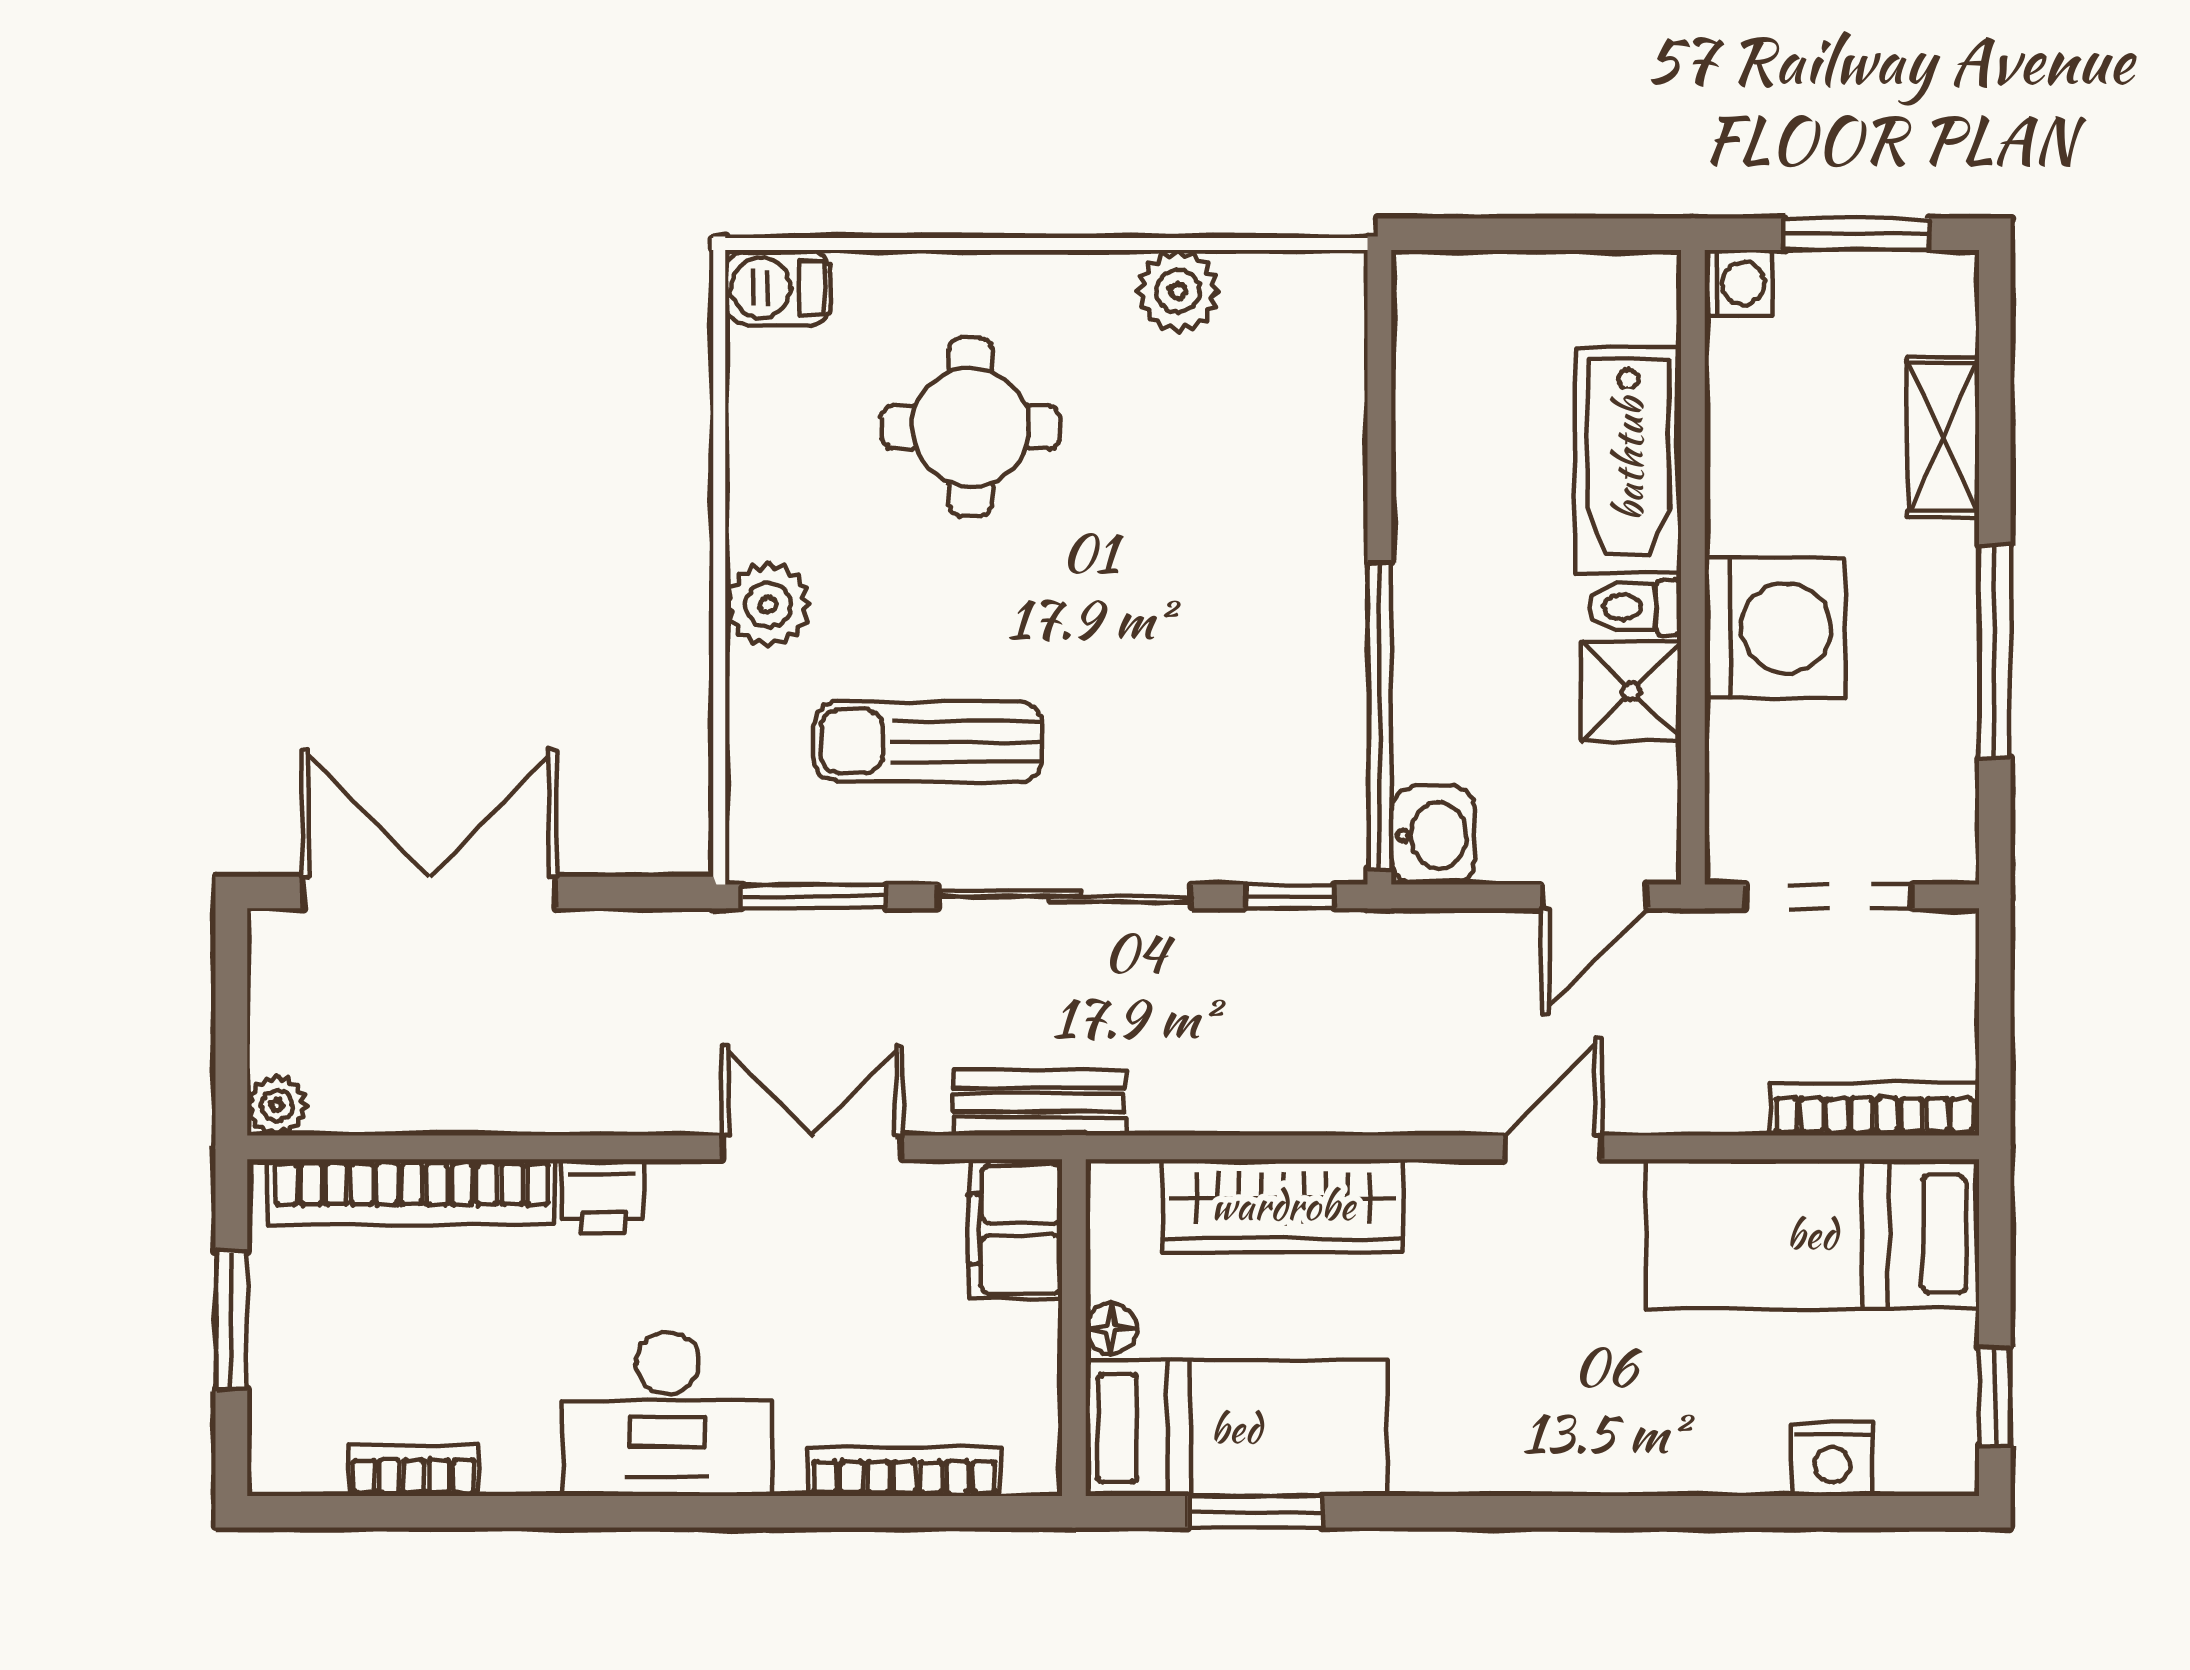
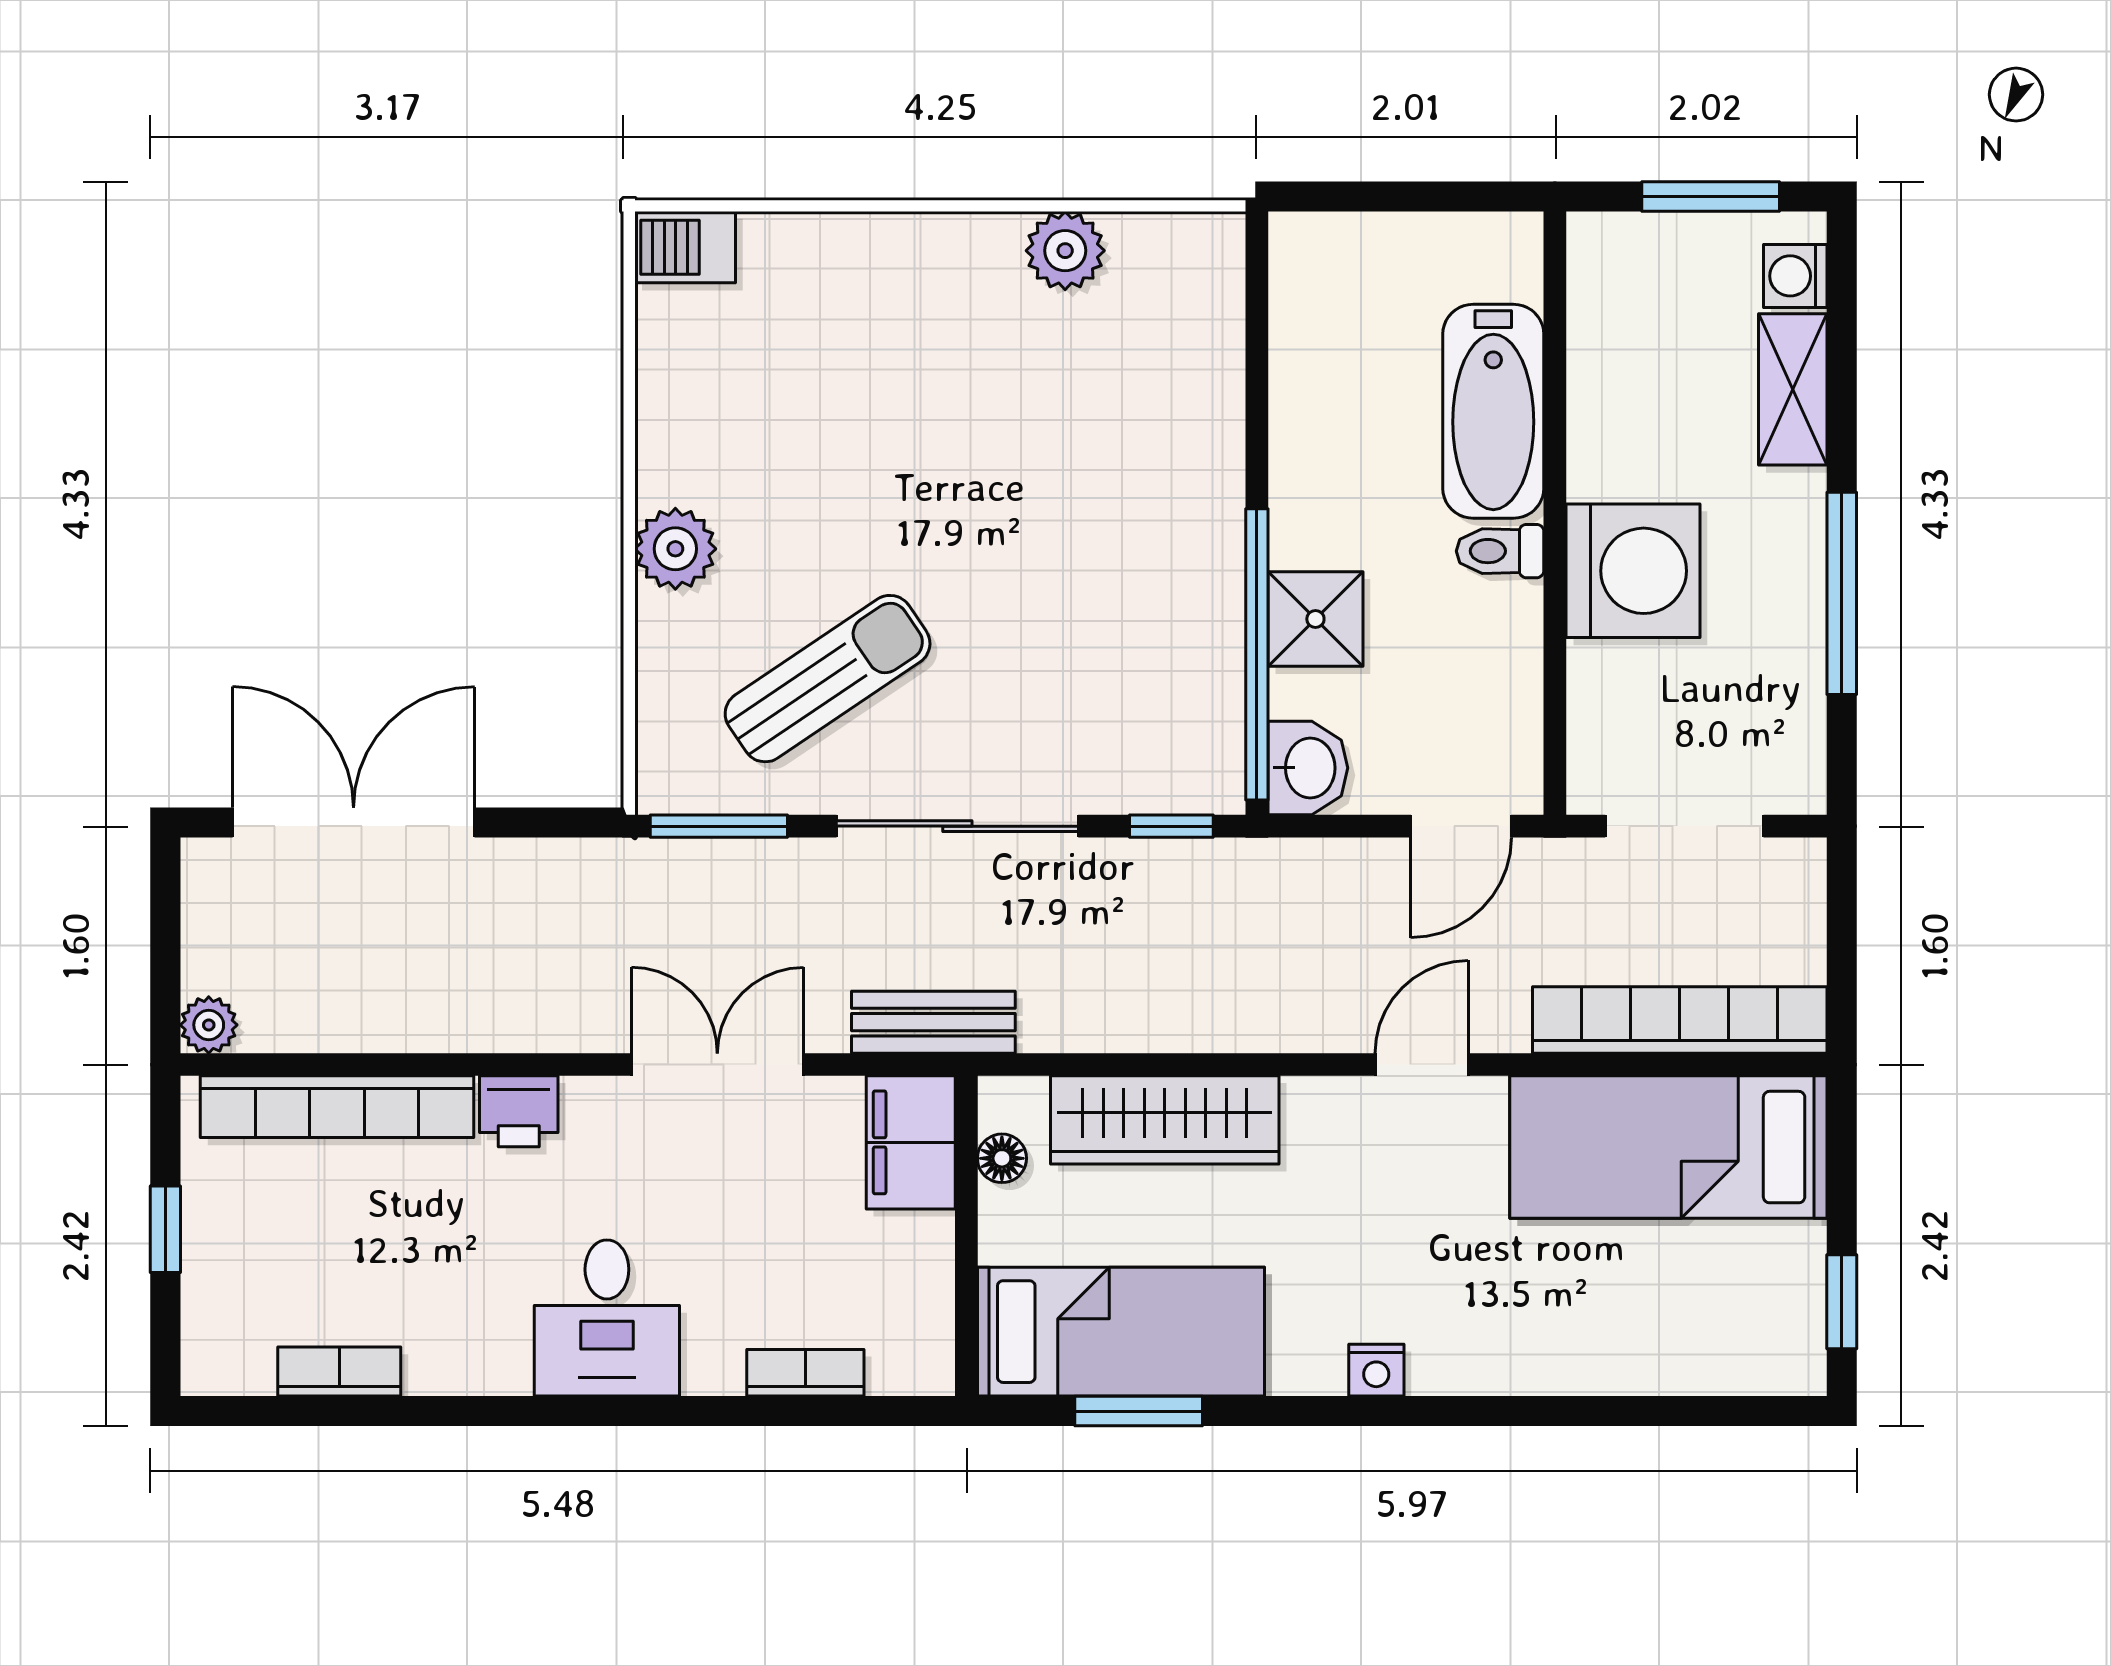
washing machine: (1738, 283) -> (1795, 276), moved, turned 180
round table: (971, 427) -> (868, 380), removed
shower: (1631, 691) -> (1315, 619), moved
sun lounger: (928, 741) -> (828, 679), turned 146
bookcase: (1874, 1109) -> (1680, 1020), width x1.48, depth x1.31
window: (231, 1321) -> (165, 1229), width x0.67
floor lamp: (1111, 1328) -> (1002, 1158), moved
desk: (667, 1414) -> (607, 1318), width x0.73
nightstand: (1832, 1459) -> (1376, 1370), moved, width x0.72, depth x0.74
bookcase: (905, 1471) -> (805, 1373), width x0.64

